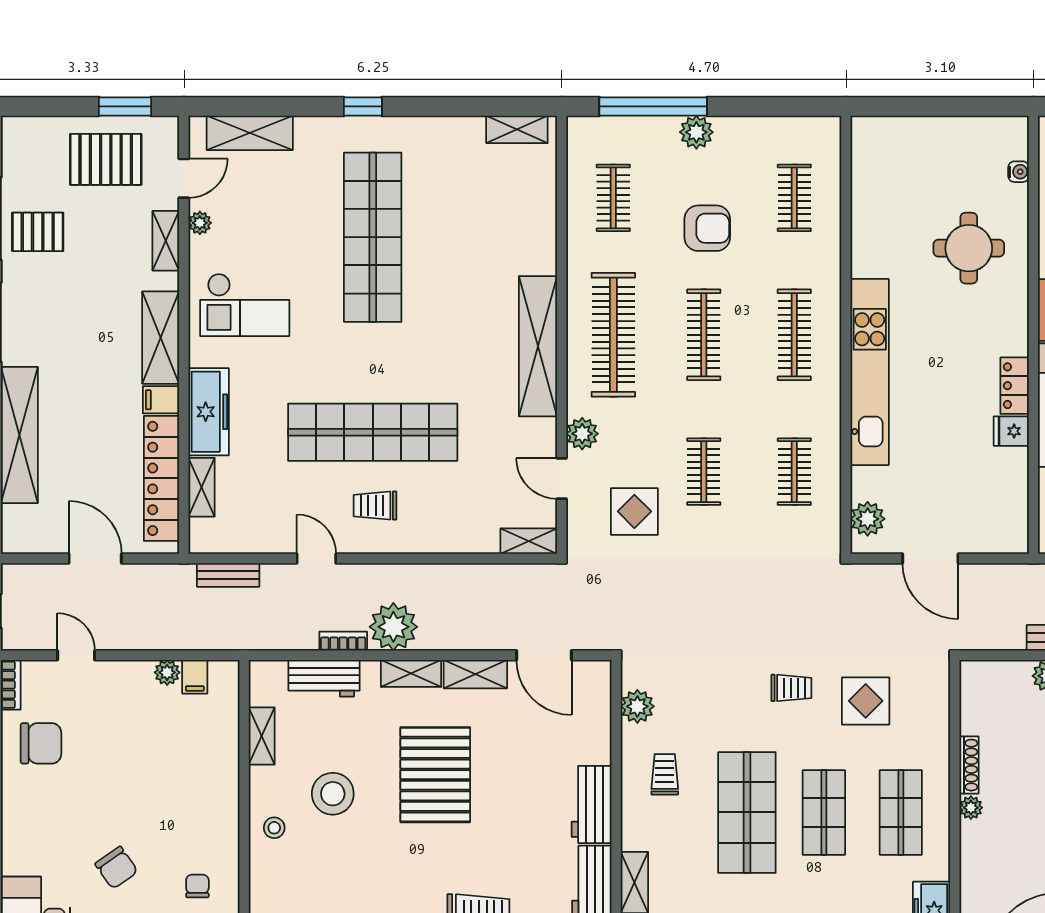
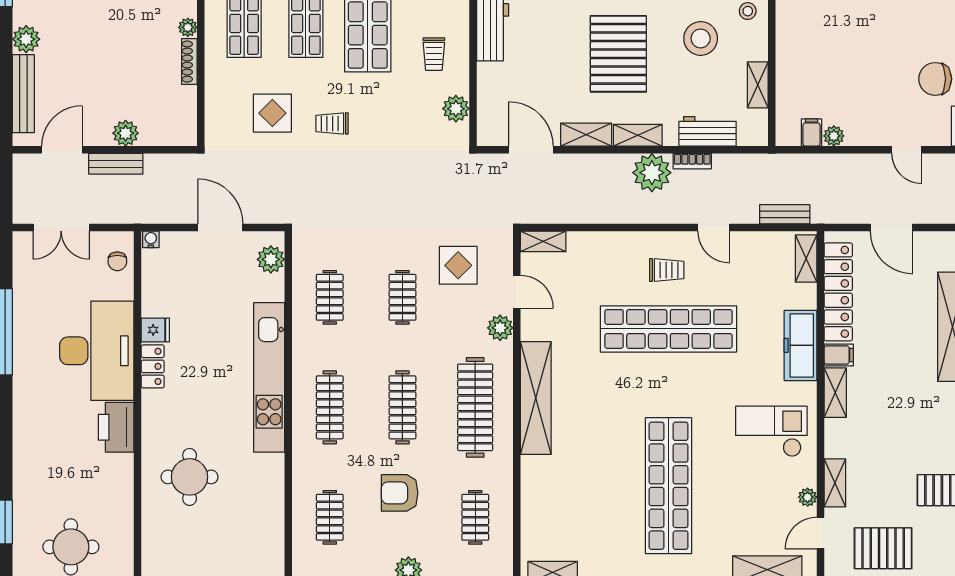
water cooler: (1019, 172) -> (151, 239), moved, turned 90
shelving: (161, 338) -> (835, 393), width x0.67, depth x0.75
shelving: (201, 487) -> (806, 259), moved

